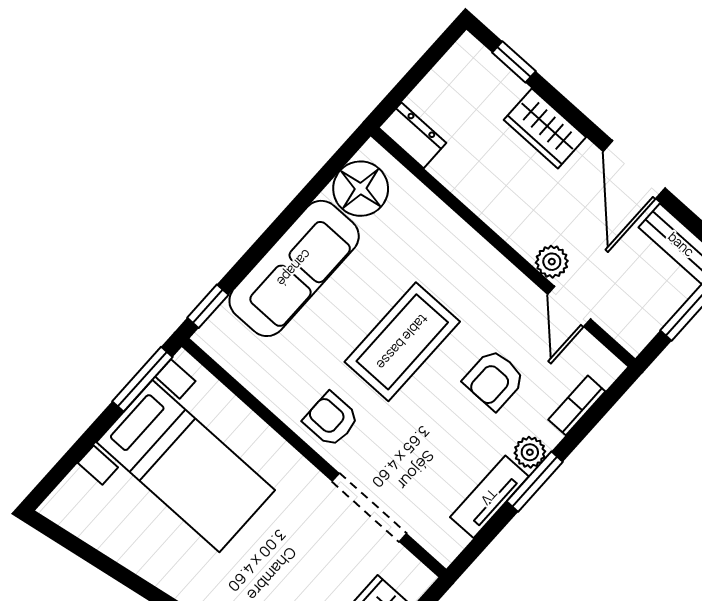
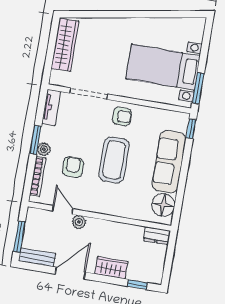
door: (634, 170) -> (70, 273), hinge flipped
bookcase: (577, 405) -> (38, 177), width x1.56
tv unit: (489, 497) -> (51, 107), moved

